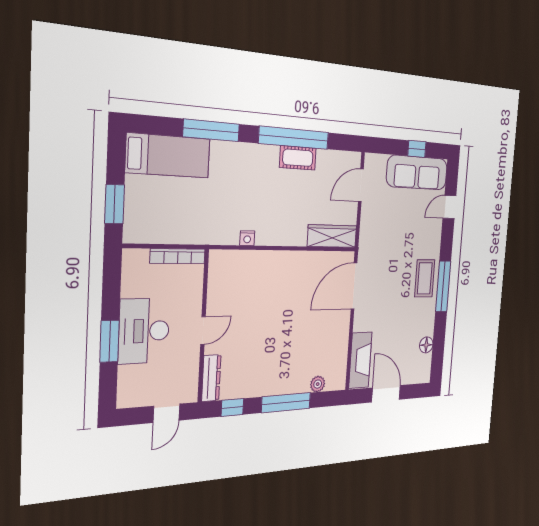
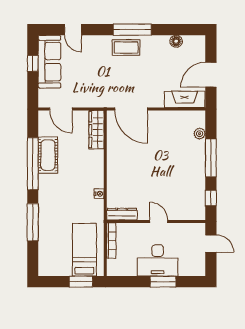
bed: (168, 156) -> (84, 250), moved
cot: (298, 158) -> (48, 155), width x1.37, depth x1.34
dresser: (211, 378) -> (122, 214), moved

